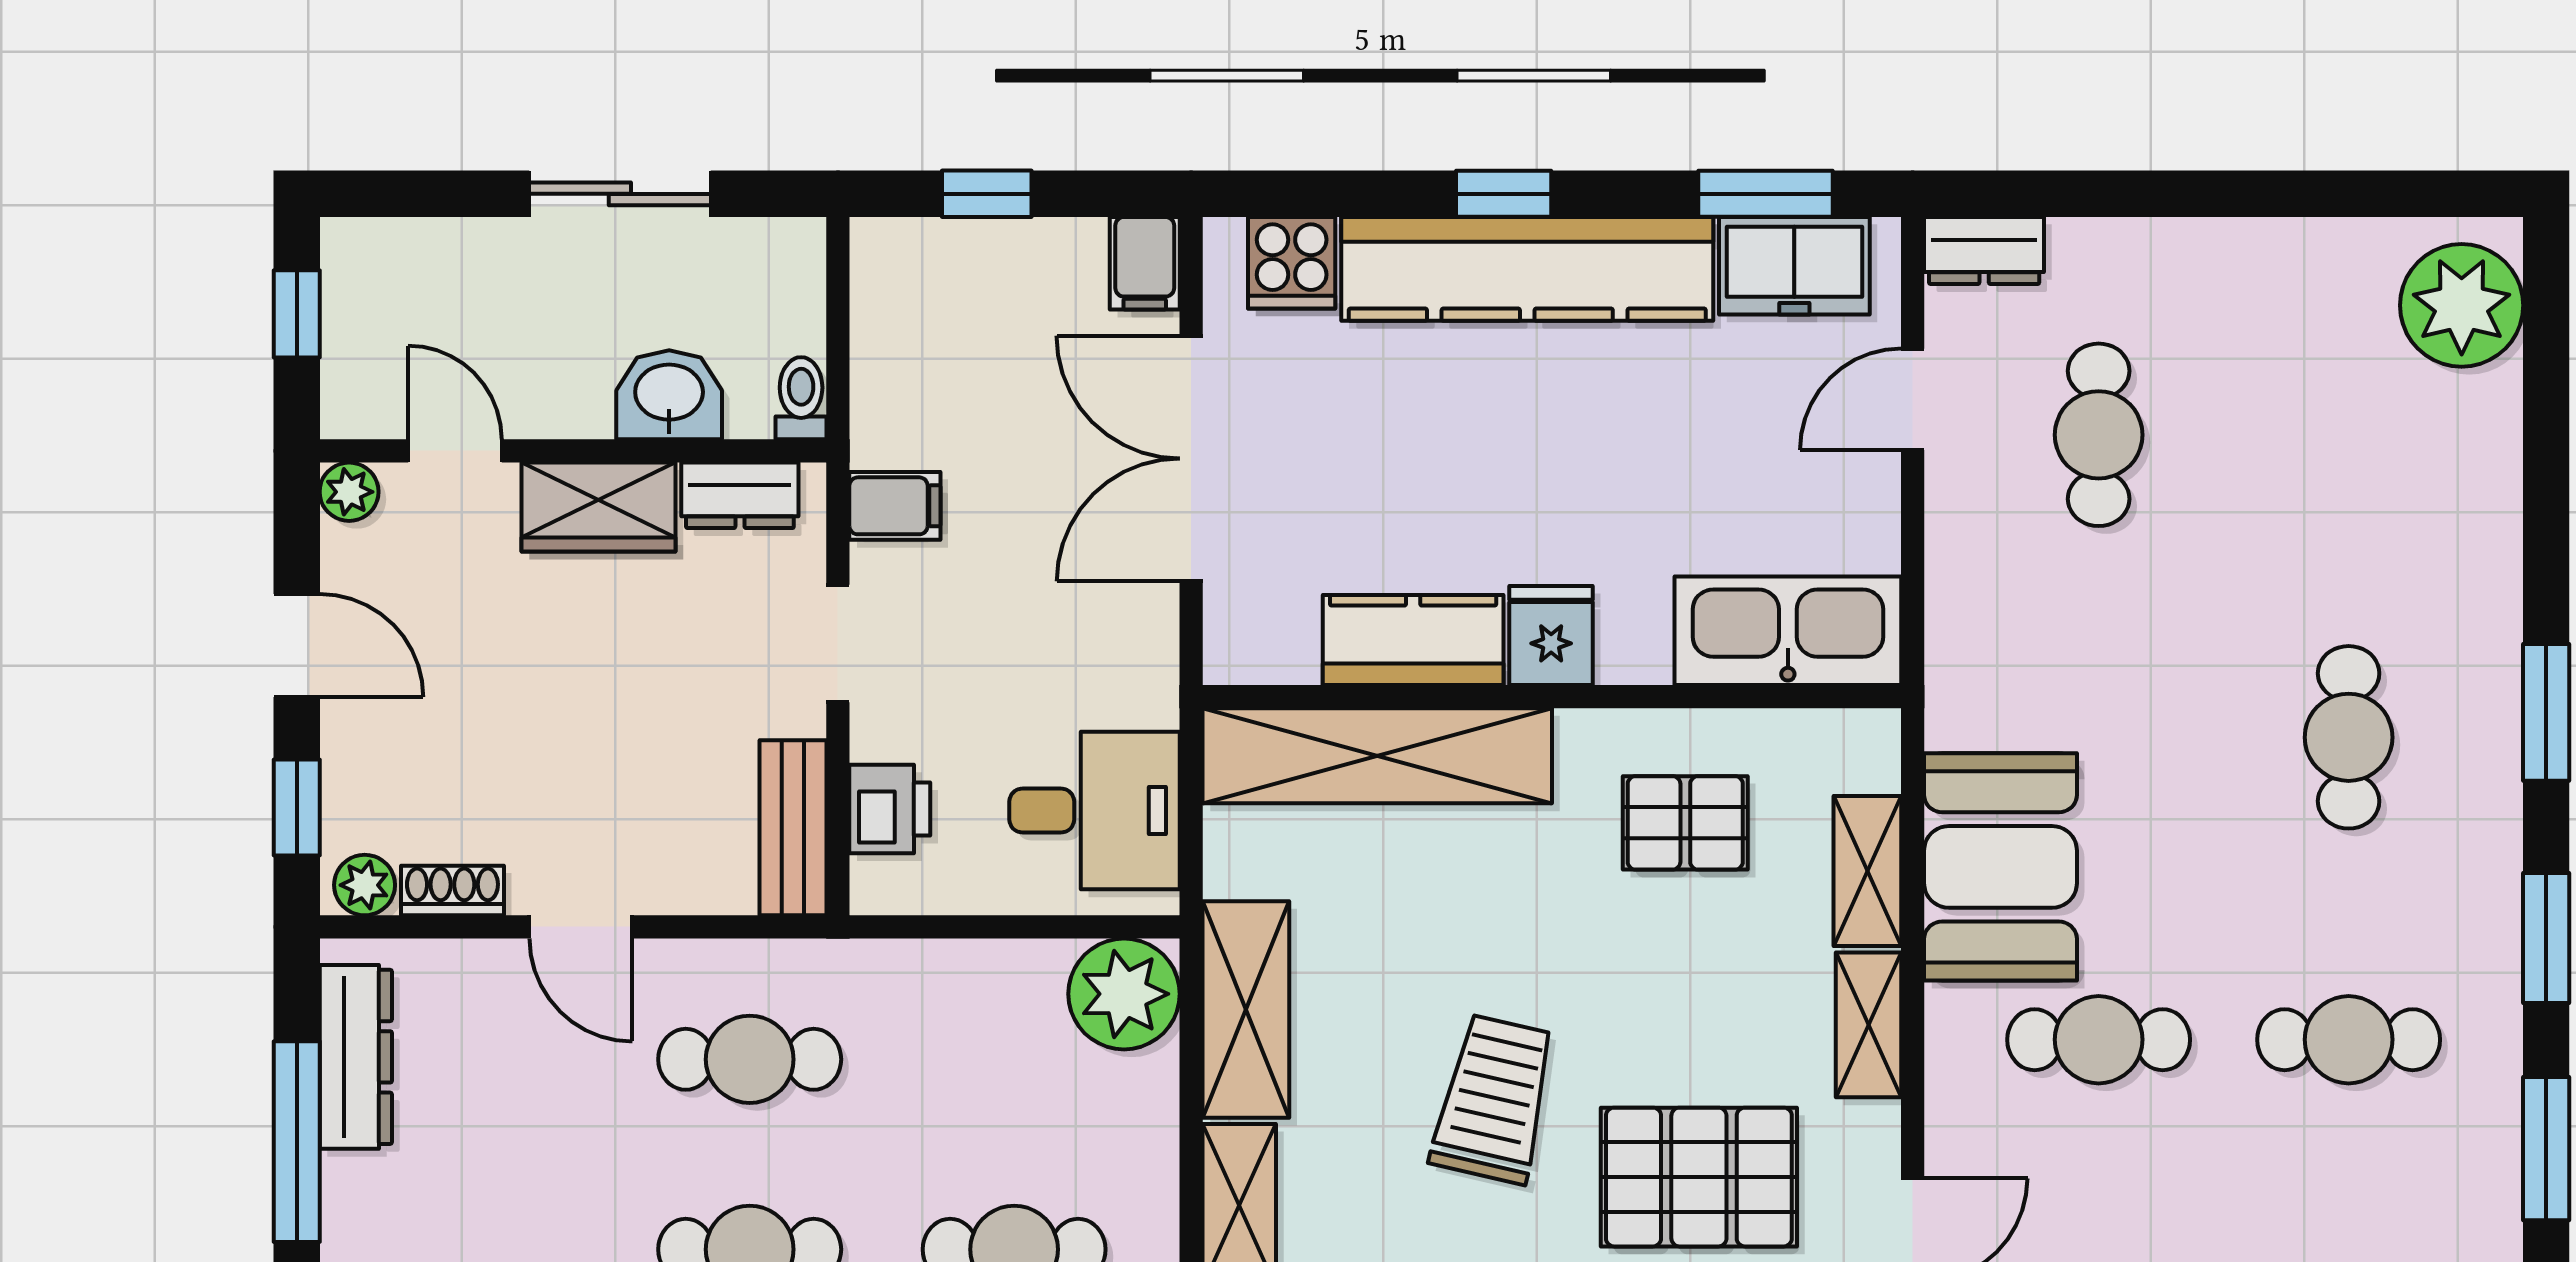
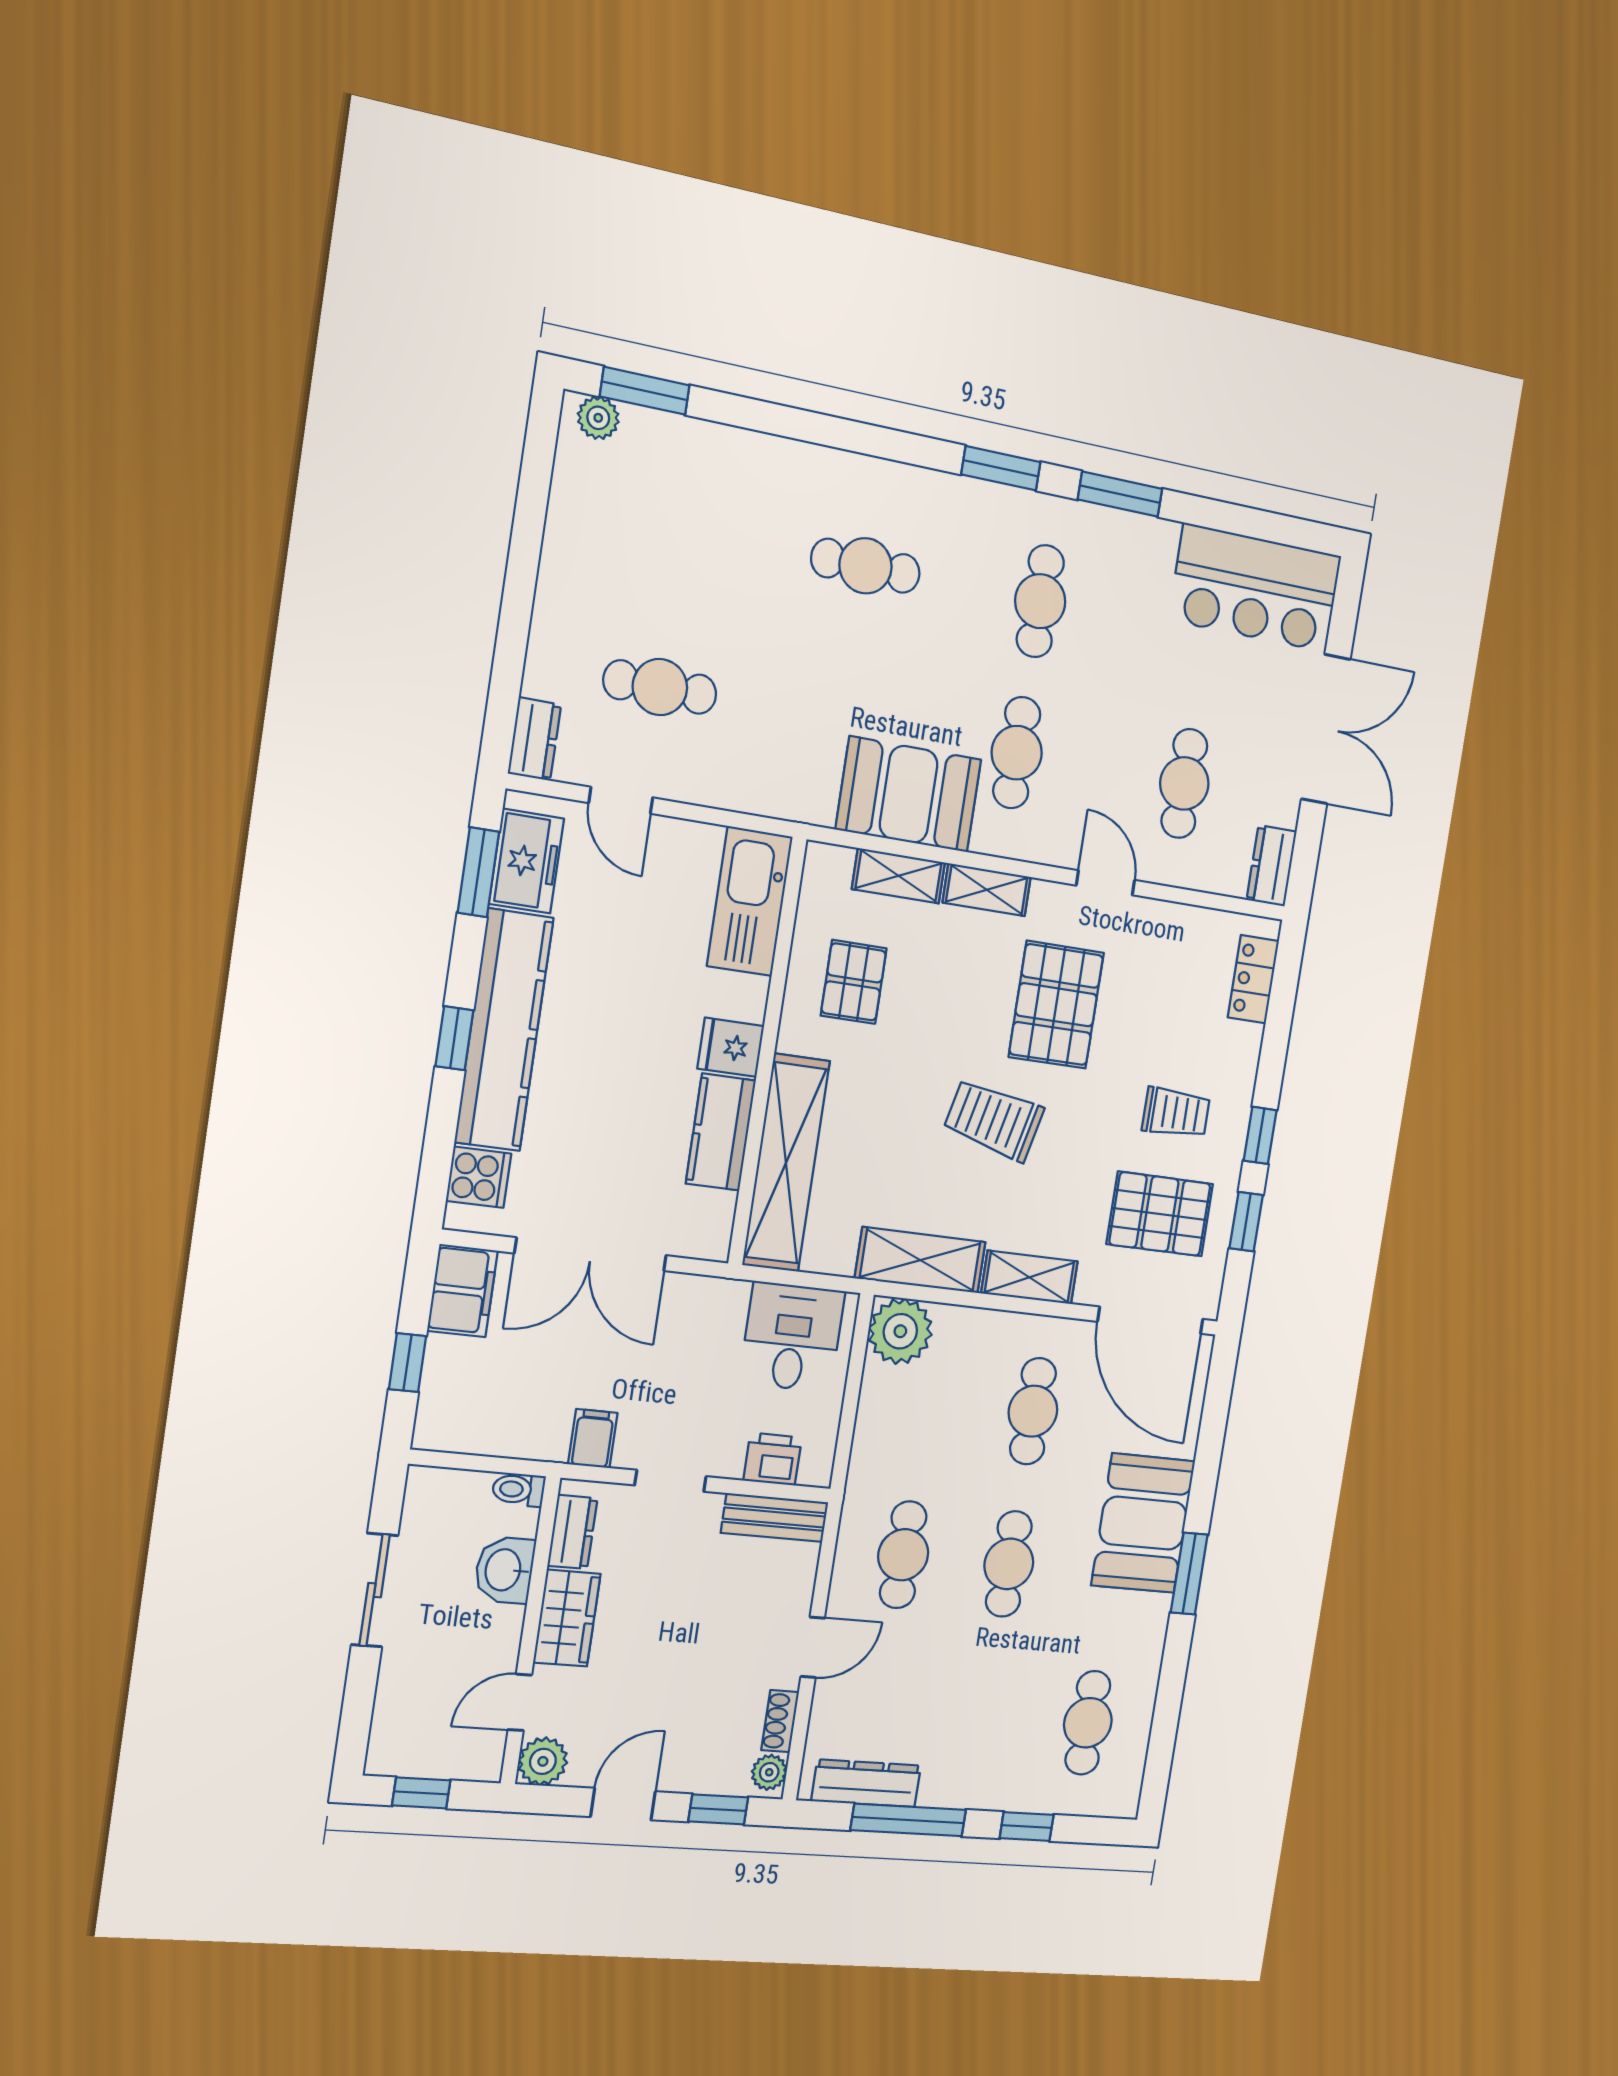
filing cabinet: (1145, 263) -> (462, 1291), width x2.00
plant: (2462, 305) -> (598, 418), width x0.53, depth x0.53
plant: (349, 492) -> (543, 1761), width x1.38, depth x1.38
window: (2546, 712) -> (645, 391), moved

